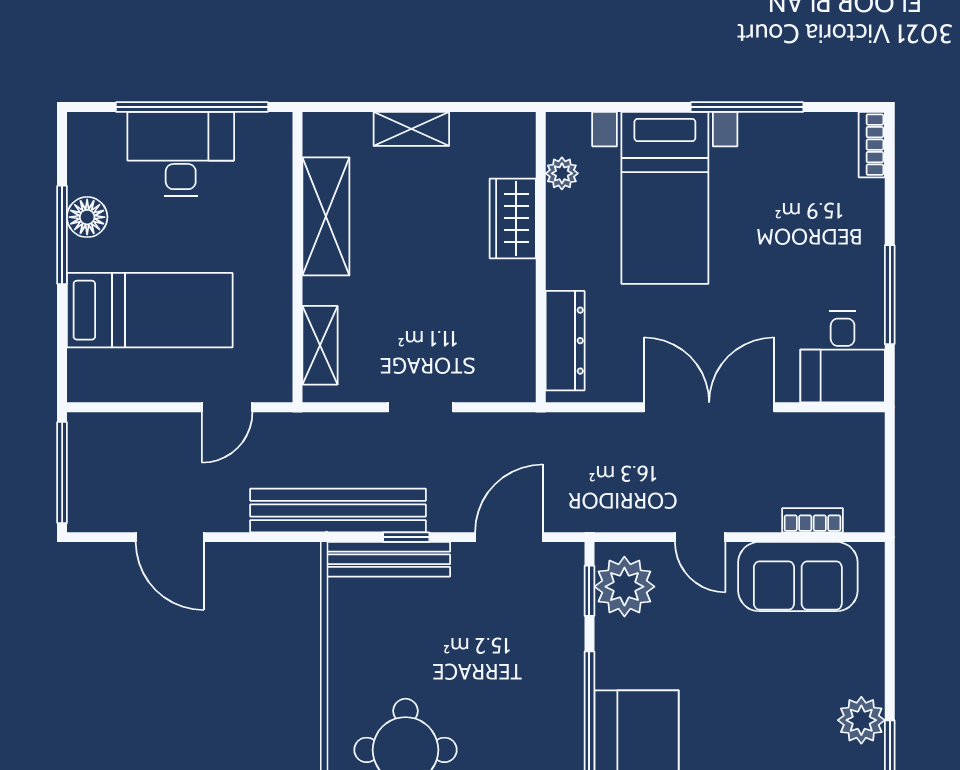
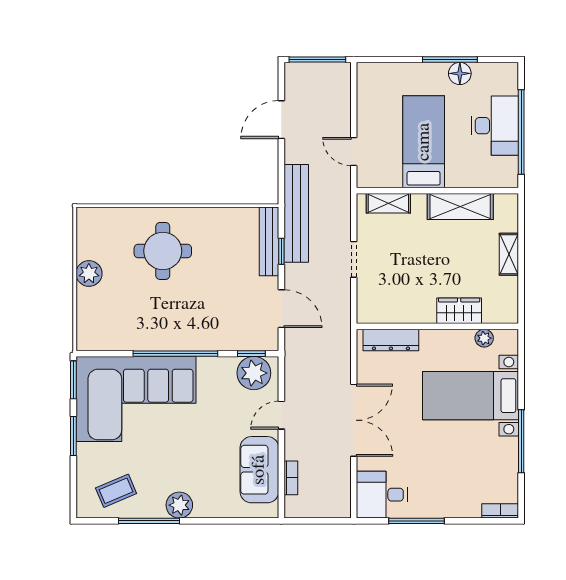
bed: (150, 310) -> (424, 142), moved, turned 180

